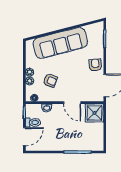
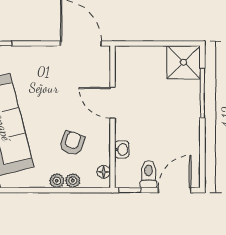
armchair: (95, 65) -> (44, 61), removed
door: (72, 103) -> (112, 103), swing flipped
shower: (94, 113) -> (184, 62), moved
door: (24, 137) -> (175, 190), hinge flipped

